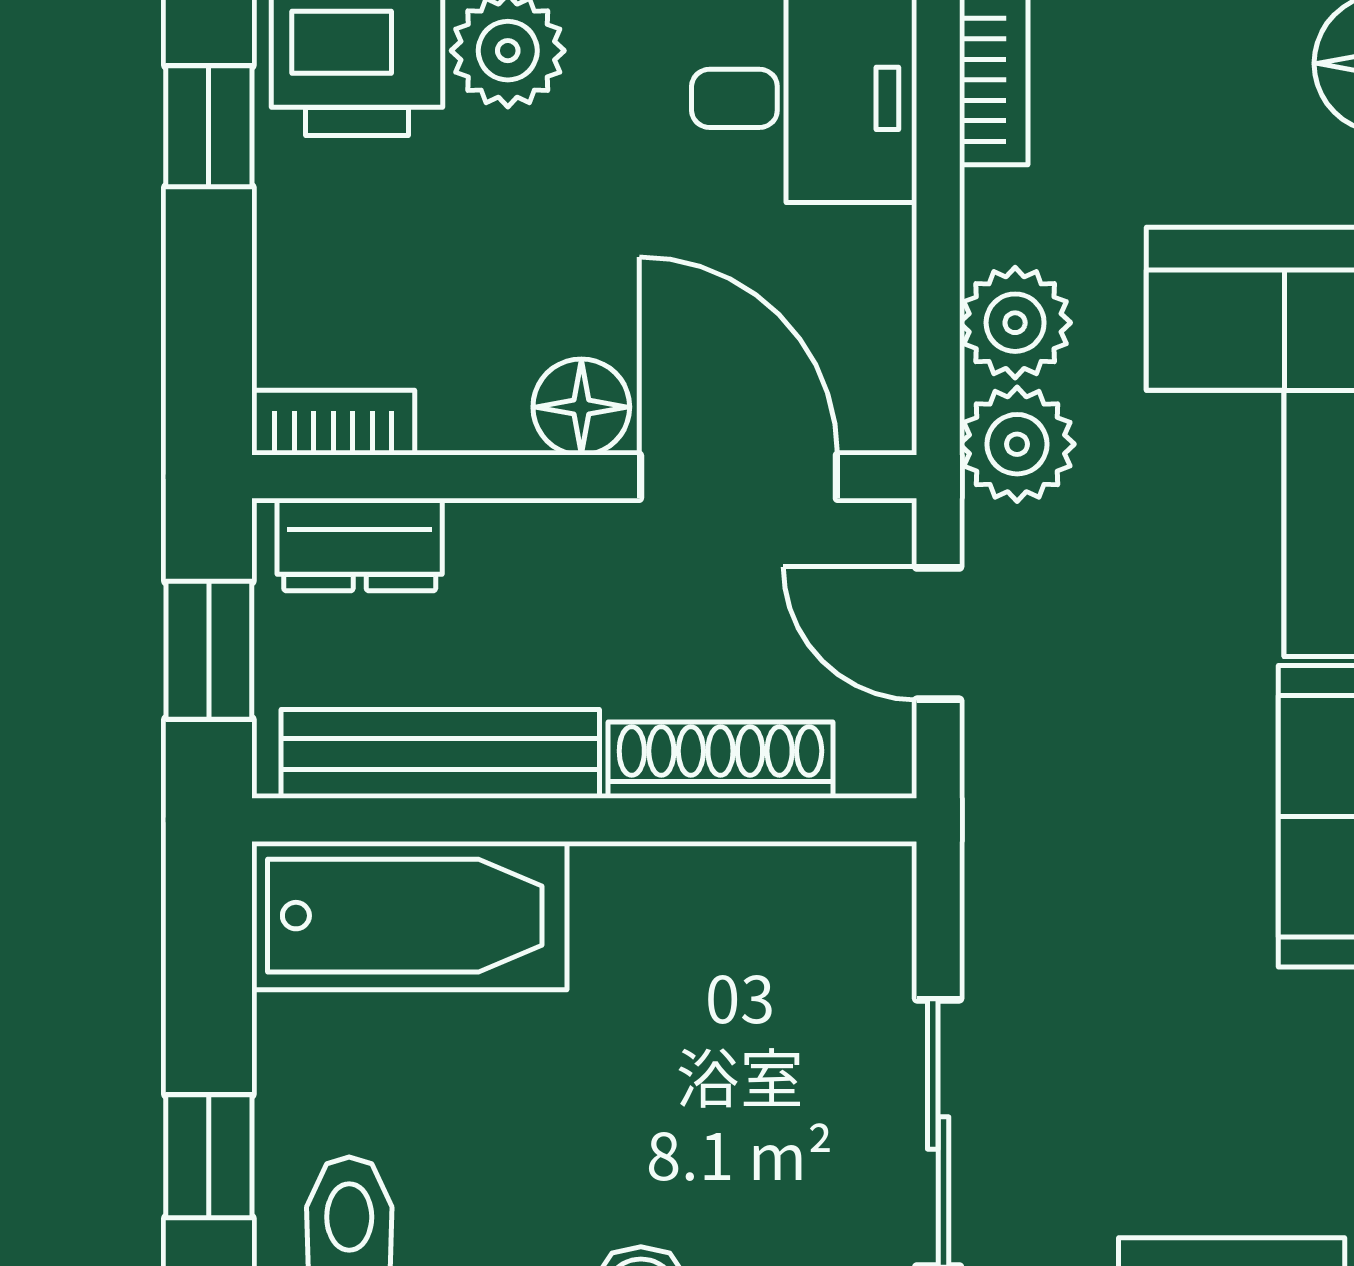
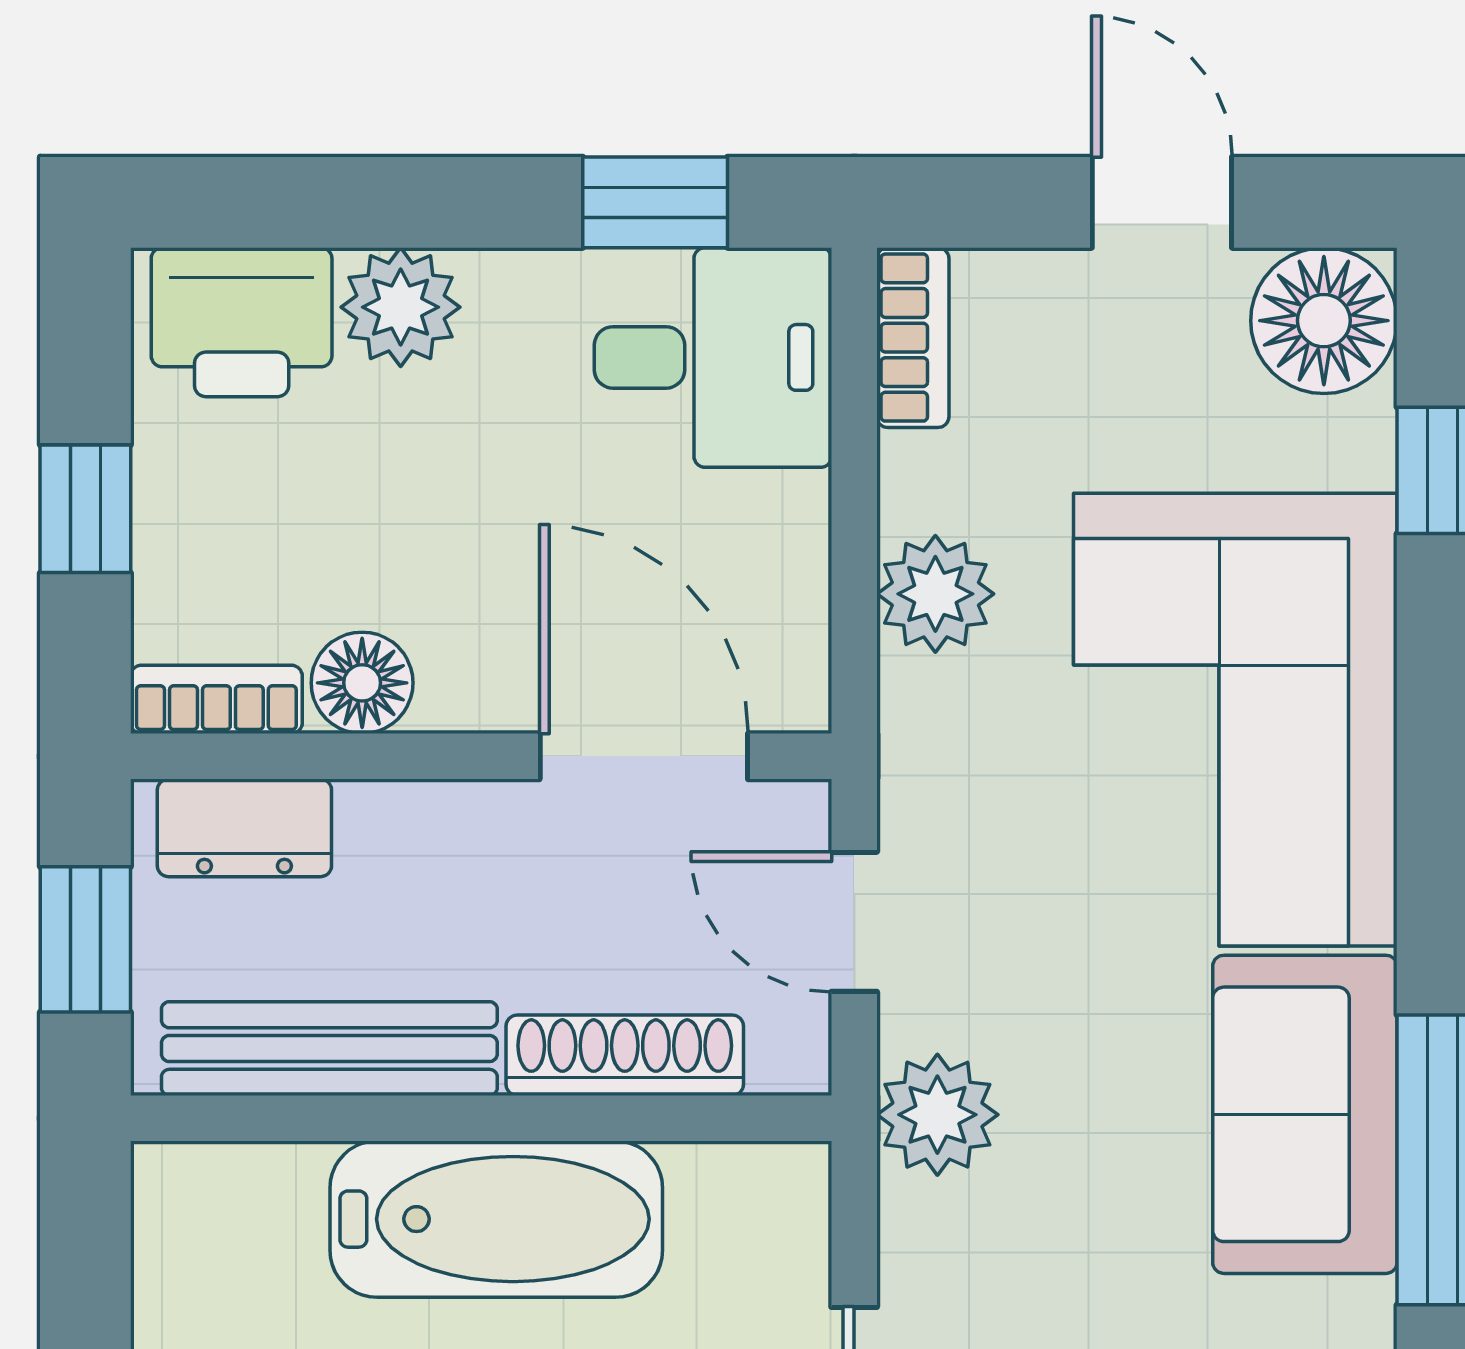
window: (209, 126) -> (85, 509), moved
floor lamp: (581, 407) -> (362, 683), moved
plant: (1017, 444) -> (937, 1115), moved
bathtub: (409, 916) -> (496, 1219), moved

